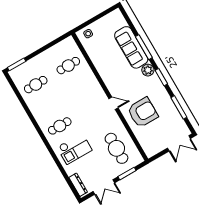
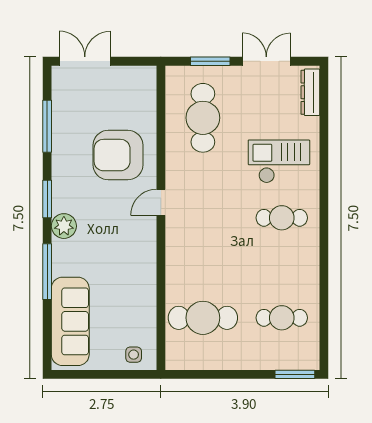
sofa: (131, 47) -> (70, 321), moved
cafe table: (68, 66) -> (203, 318), width x1.37, depth x1.35
door: (114, 103) -> (161, 202), hinge flipped

